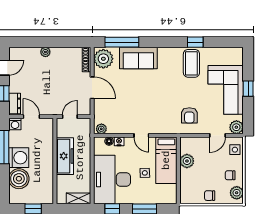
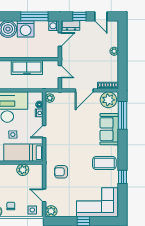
coffee table: (191, 63) -> (104, 163), moved
corner sofa: (226, 90) -> (97, 202), moved

